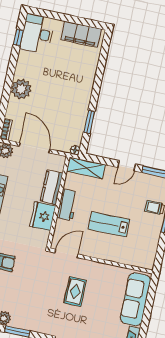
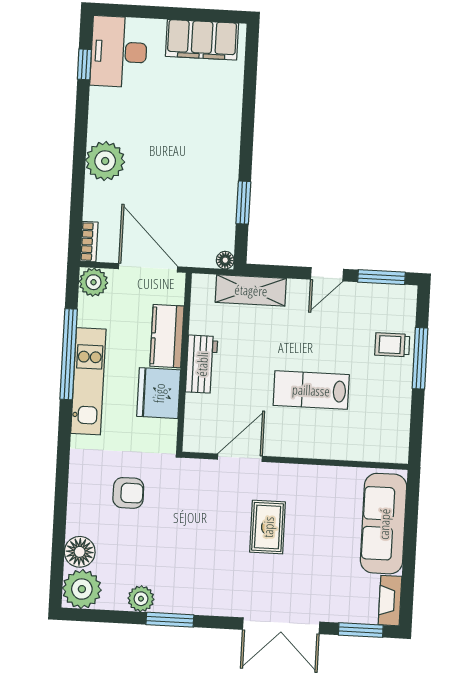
kitchen counter: (52, 187) -> (167, 336), moved
wall: (58, 202) -> (184, 362), moved
workbench: (67, 205) -> (202, 364), moved
fridge: (43, 216) -> (159, 393), moved

